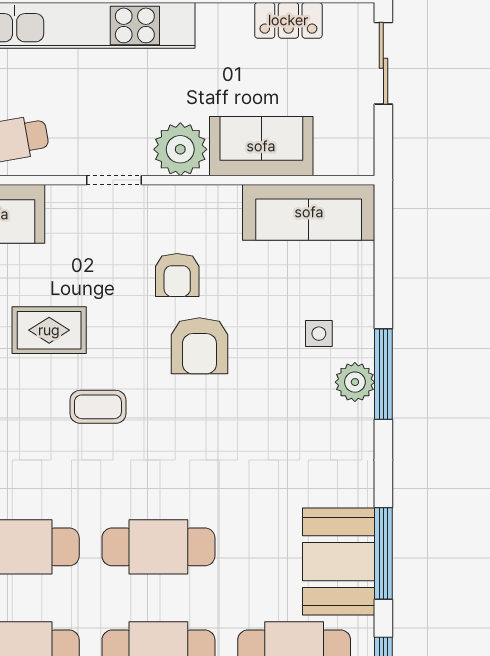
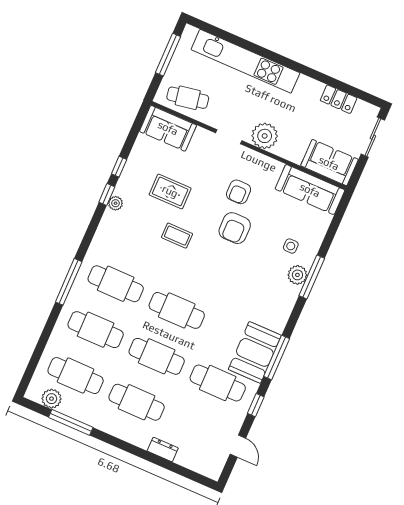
sofa: (261, 146) -> (329, 163), moved

